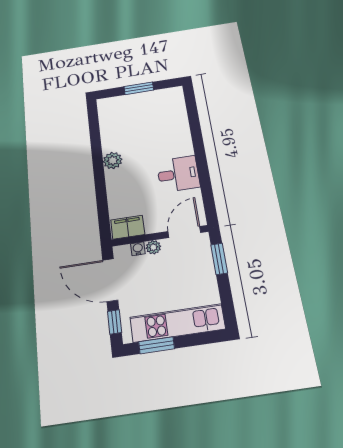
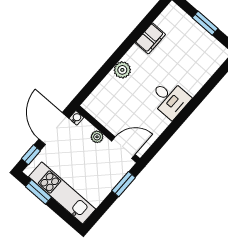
plant: (113, 161) -> (122, 70), moved
desk: (178, 174) -> (170, 99), moved
filing cabinet: (128, 227) -> (150, 38), moved, turned 90
water cooler: (138, 249) -> (76, 118), moved

